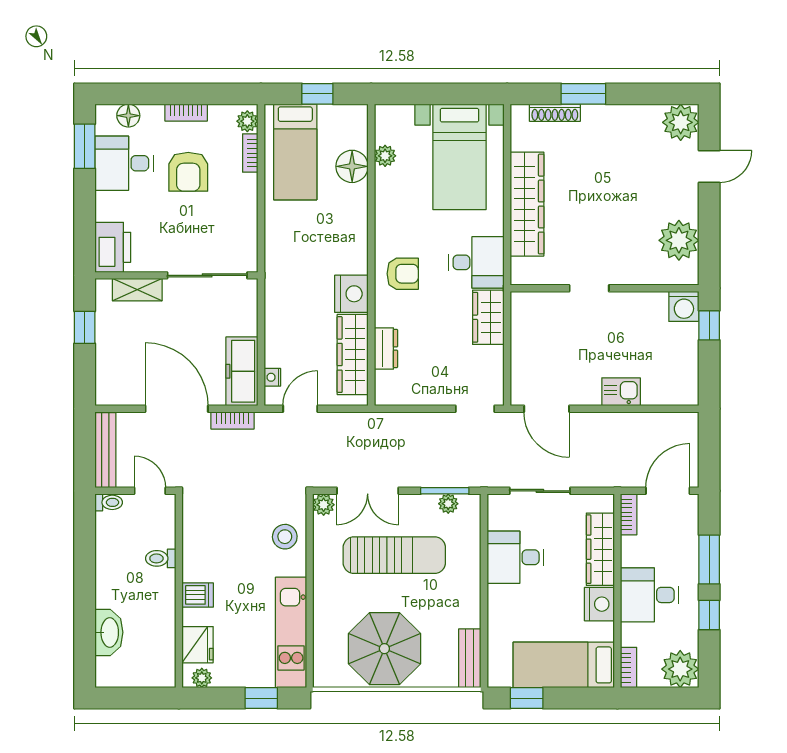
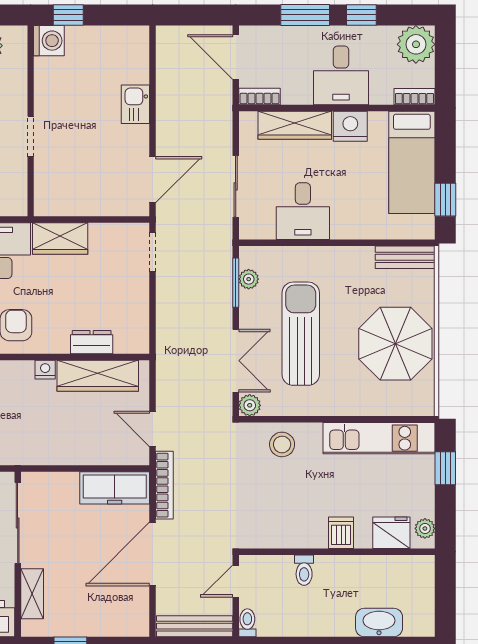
nightstand: (351, 294) -> (45, 370), width x0.53, depth x0.56
nightstand: (272, 377) -> (121, 457), removed
bookcase: (233, 420) -> (164, 485), width x1.56

